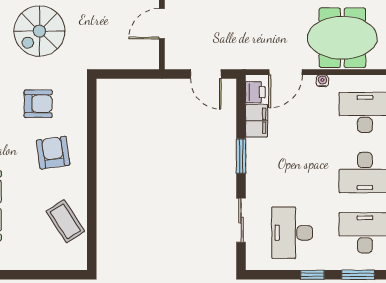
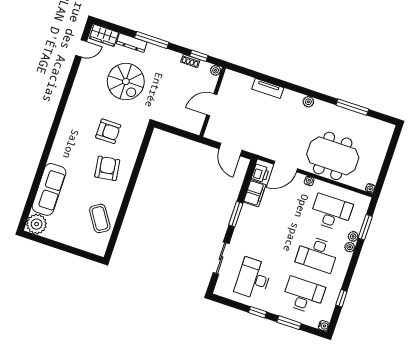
spiral stairs: (39, 31) -> (126, 82), turned -90

